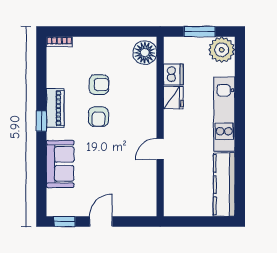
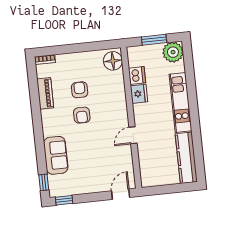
armchair: (99, 85) -> (80, 90), turned -90
piano: (55, 108) -> (45, 93), moved
window: (41, 121) -> (44, 182), moved
door: (101, 222) -> (121, 194), moved

